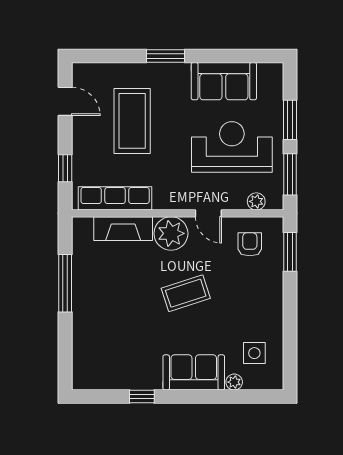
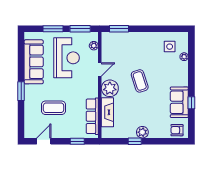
sofa: (224, 81) -> (34, 62), width x1.36
coffee table: (132, 121) -> (54, 108), width x0.73, depth x0.76
reception desk: (232, 147) -> (67, 58), turned 180
armchair: (250, 244) -> (177, 130), moved
window: (65, 283) -> (135, 141), width x0.46
plant: (83, 299) -> (142, 132), added
sofa: (194, 372) -> (179, 102), moved

